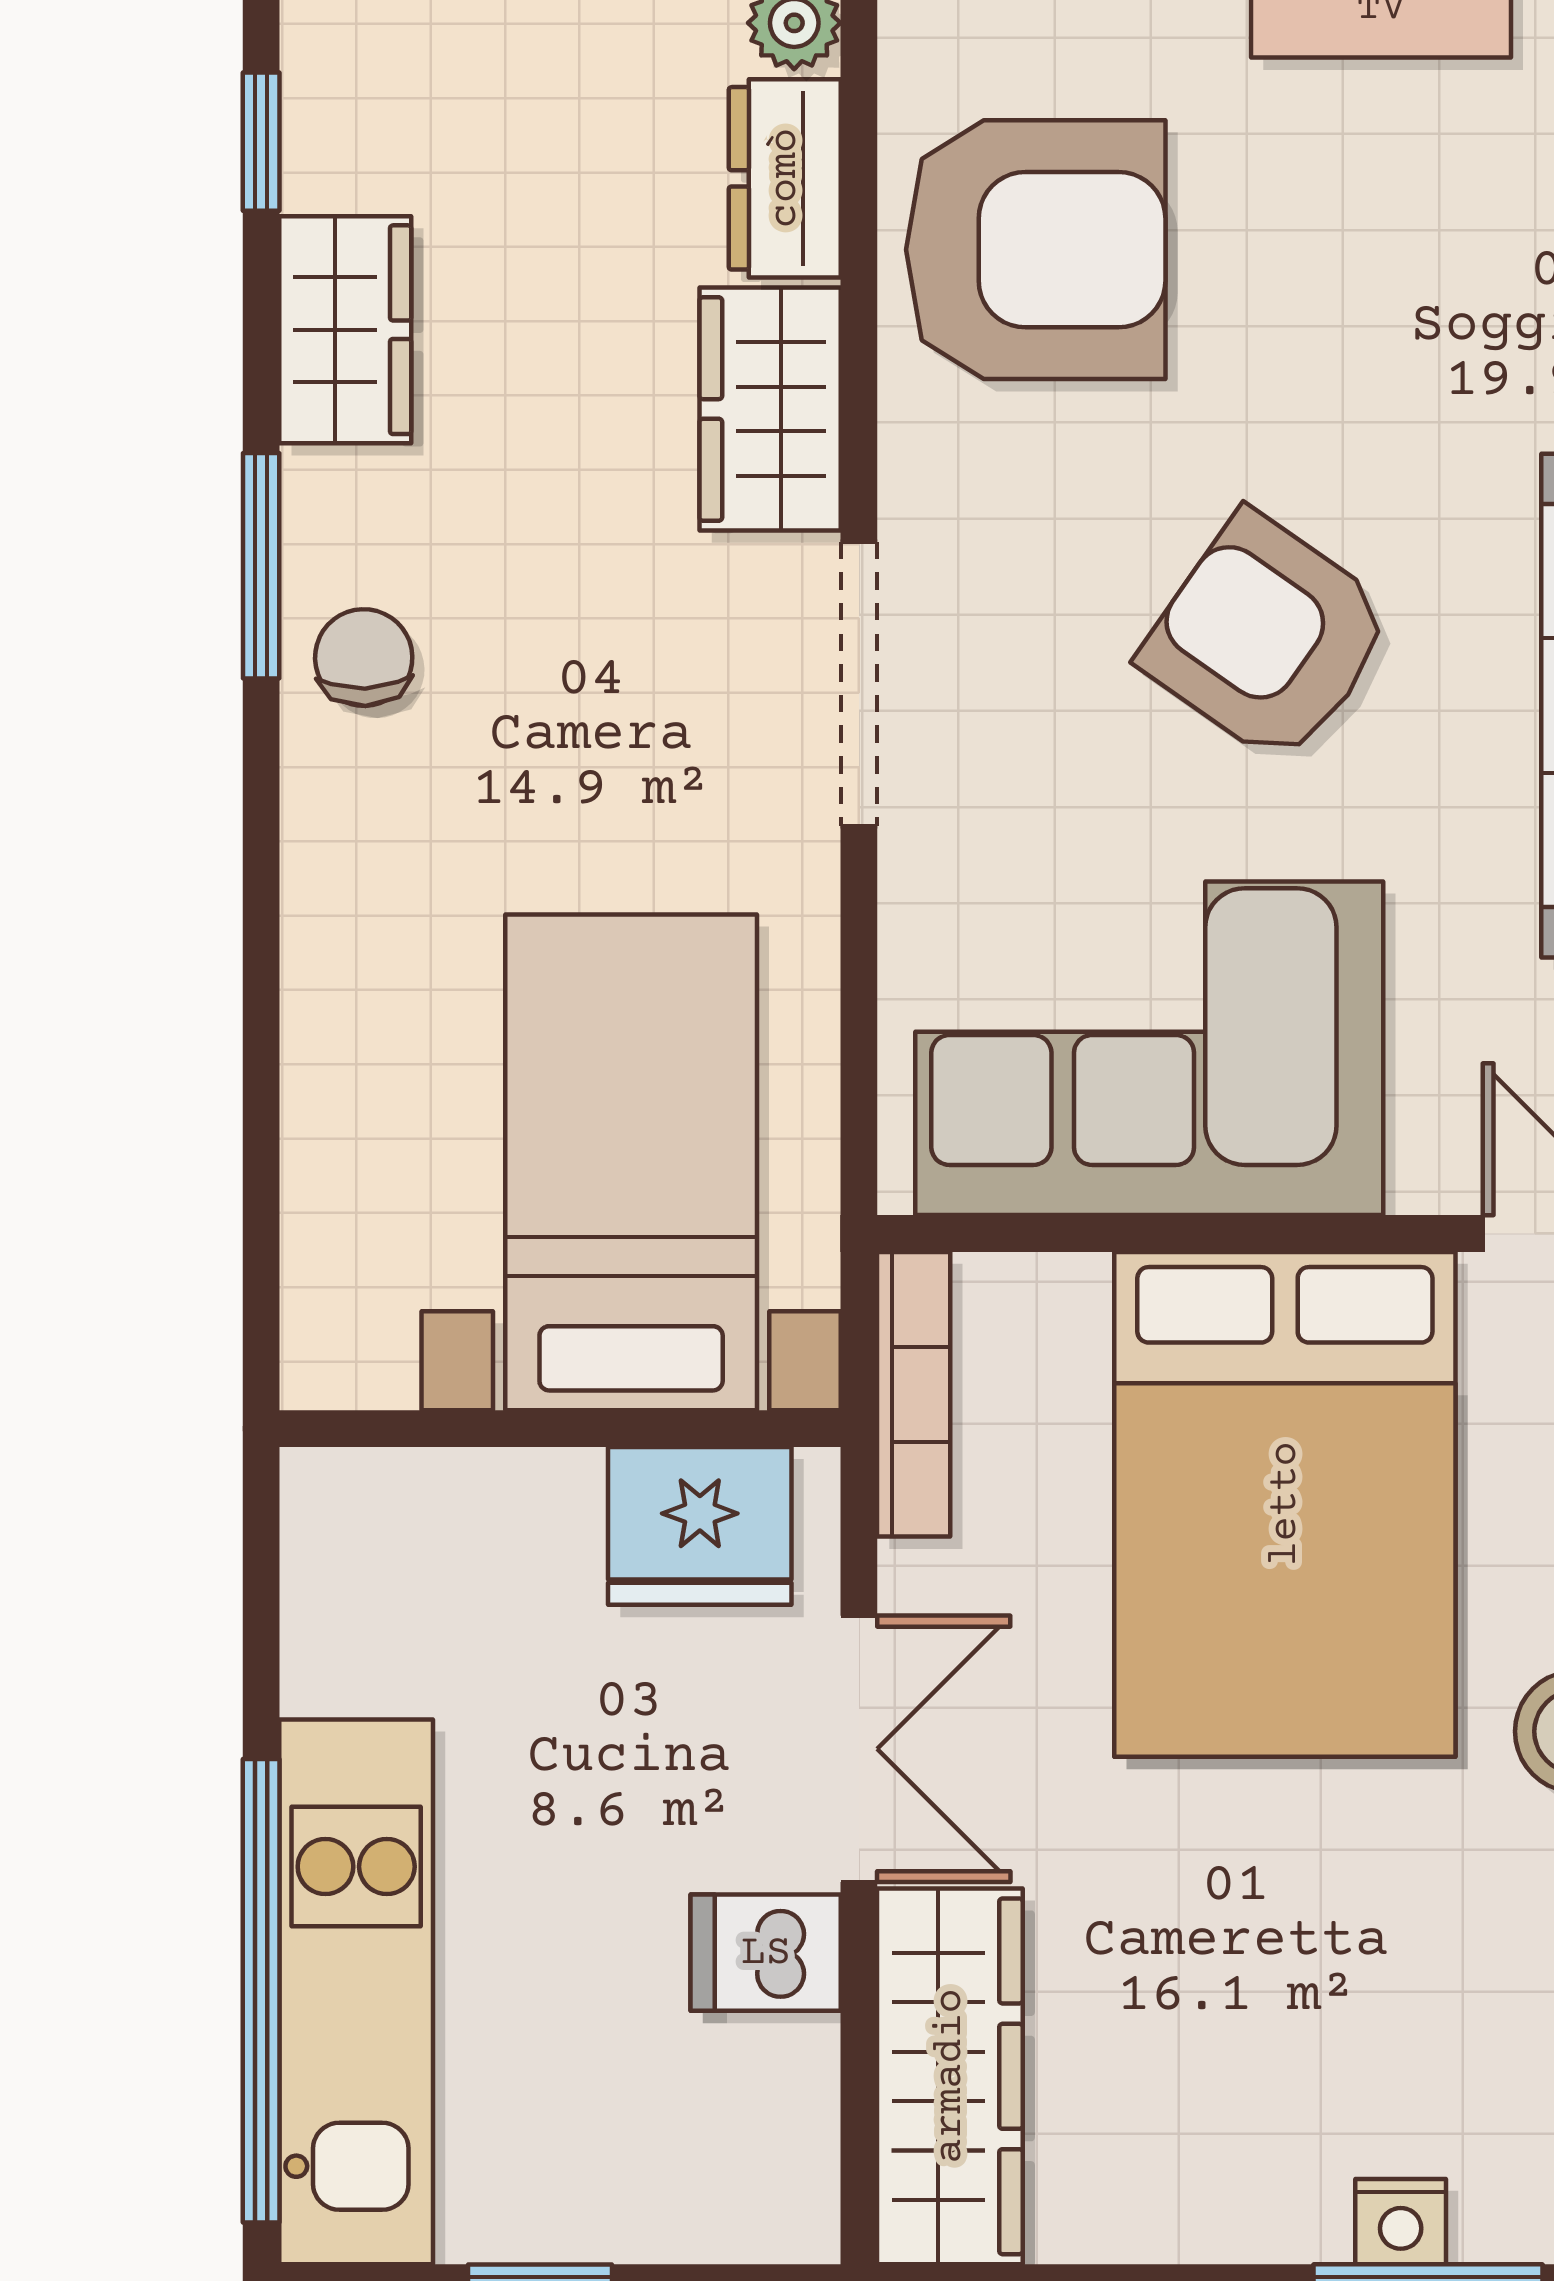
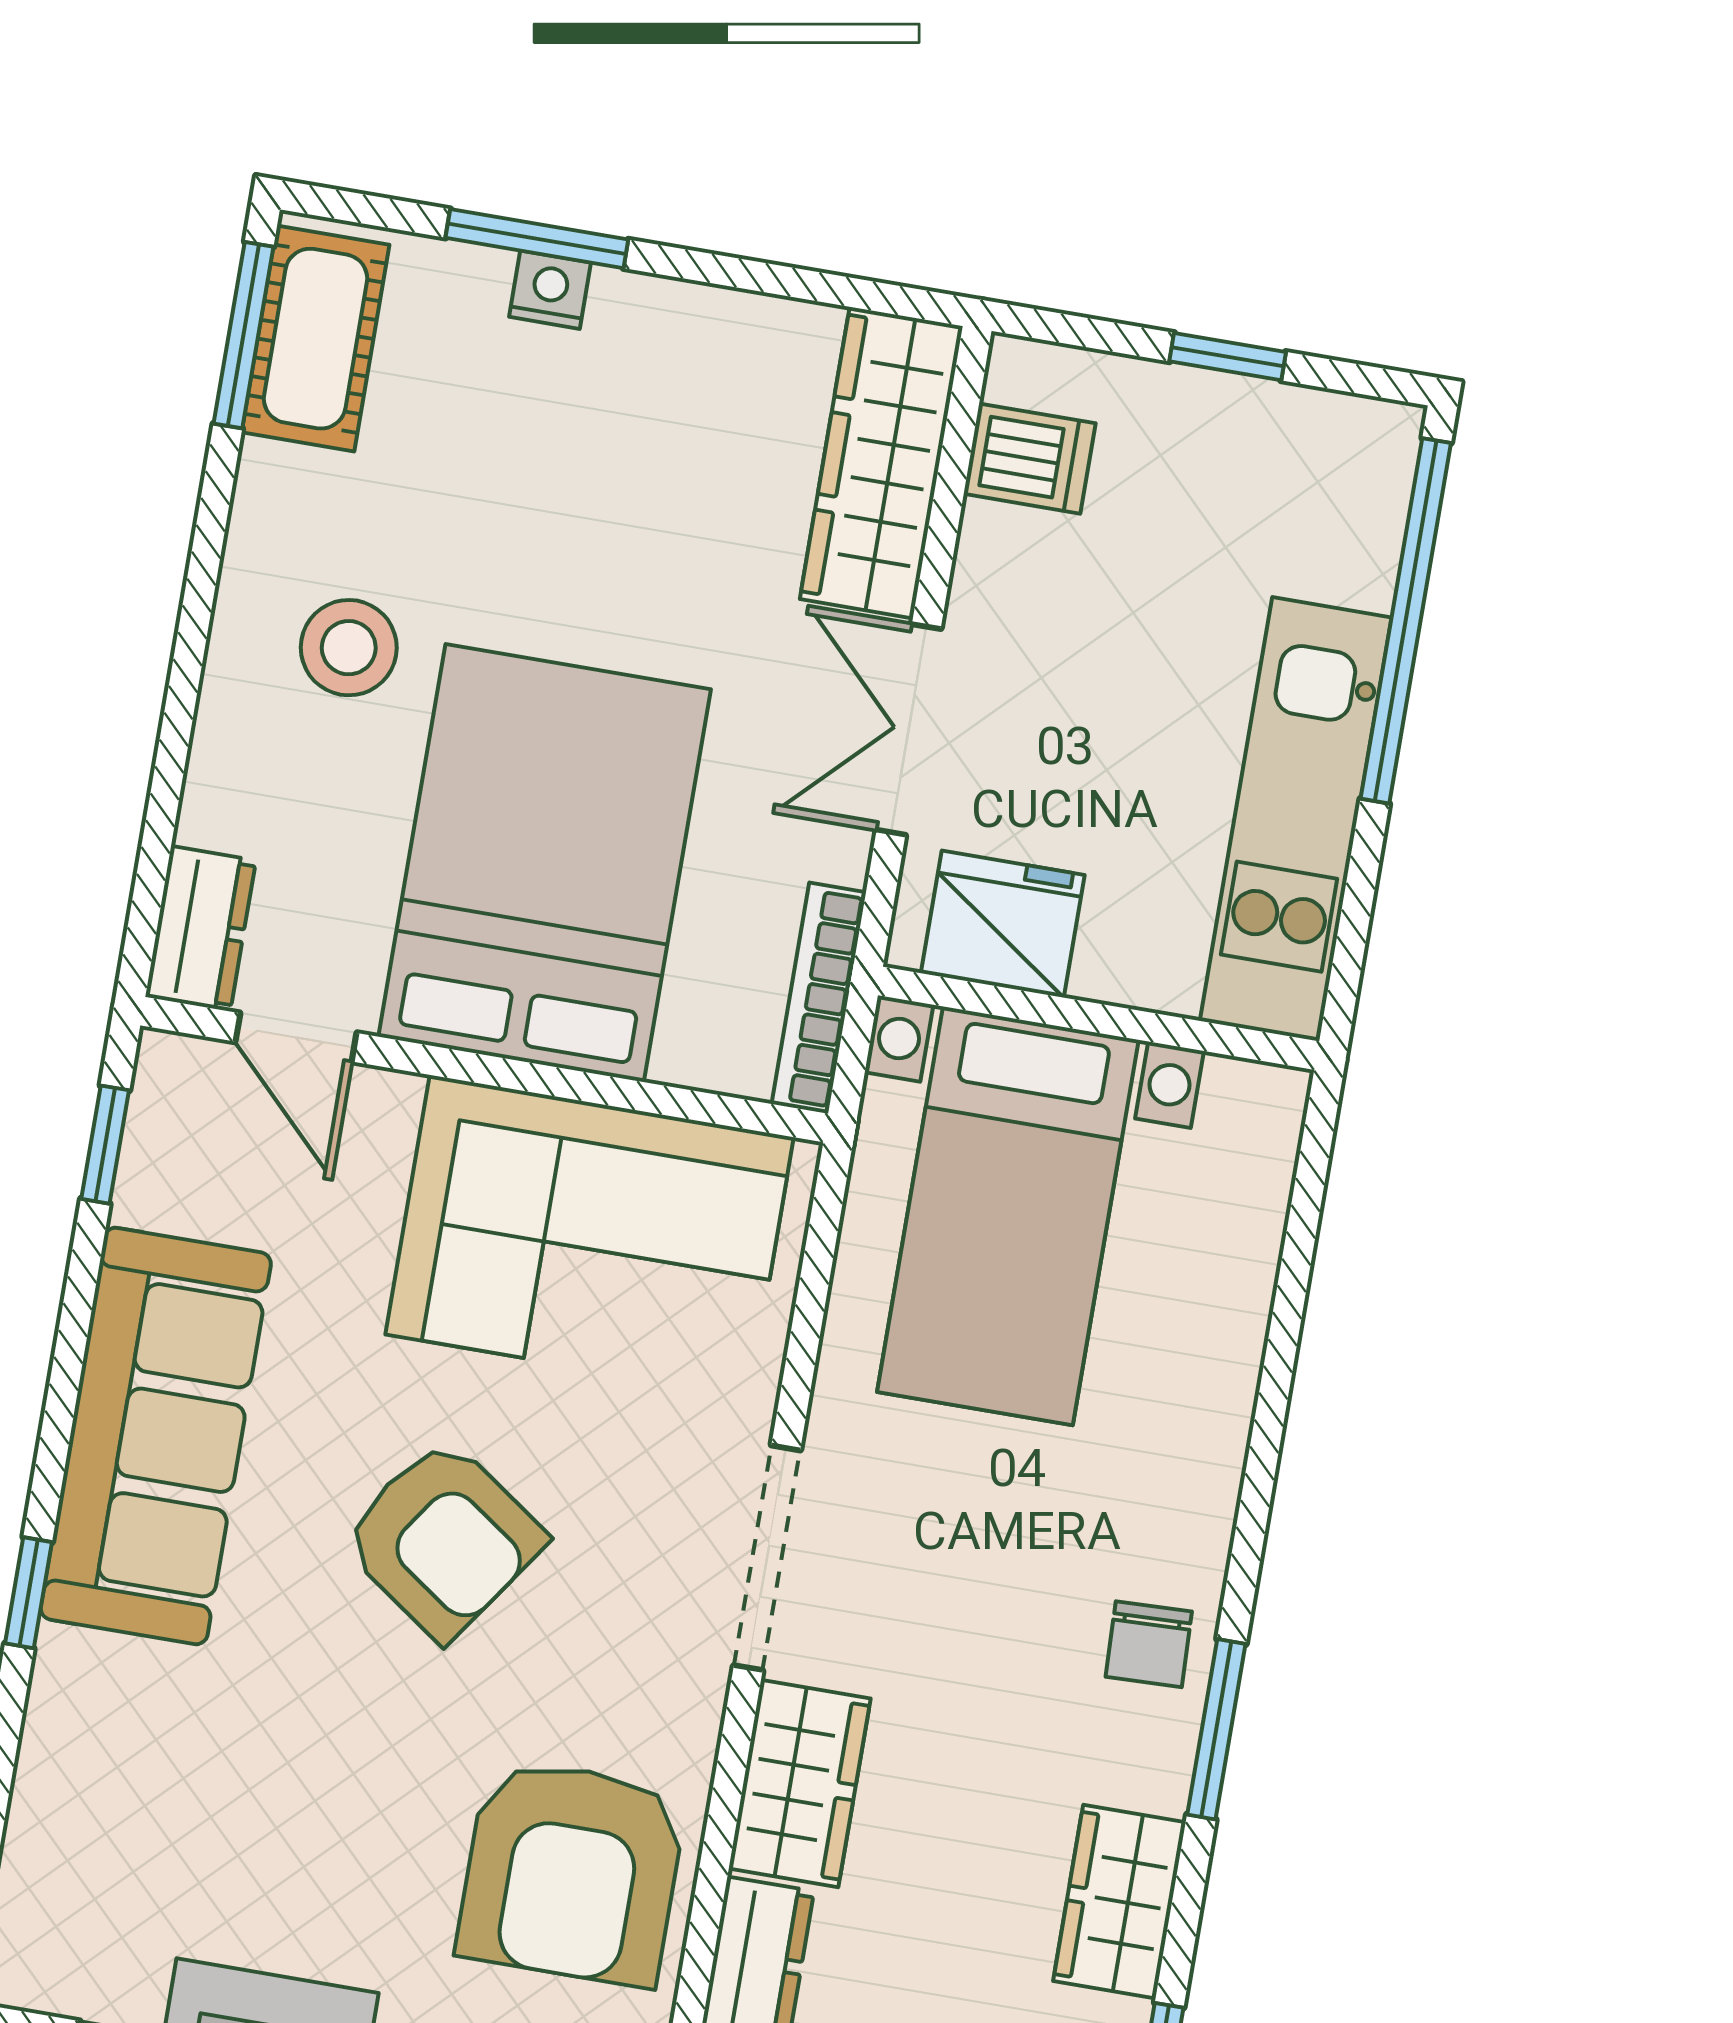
armchair: (1036, 250) -> (572, 1872), turned -90
dishwasher: (766, 1953) -> (1030, 459), moved
kitchen unit: (356, 1992) -> (1296, 819), moved

